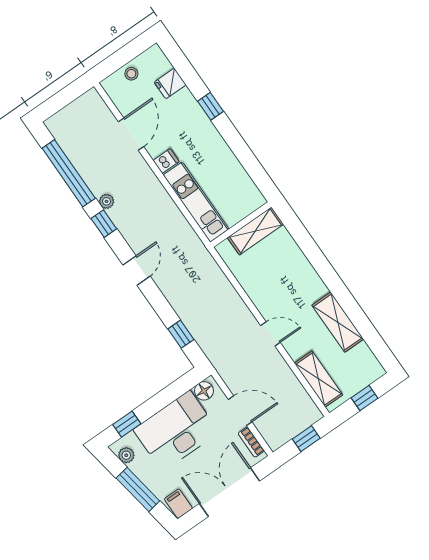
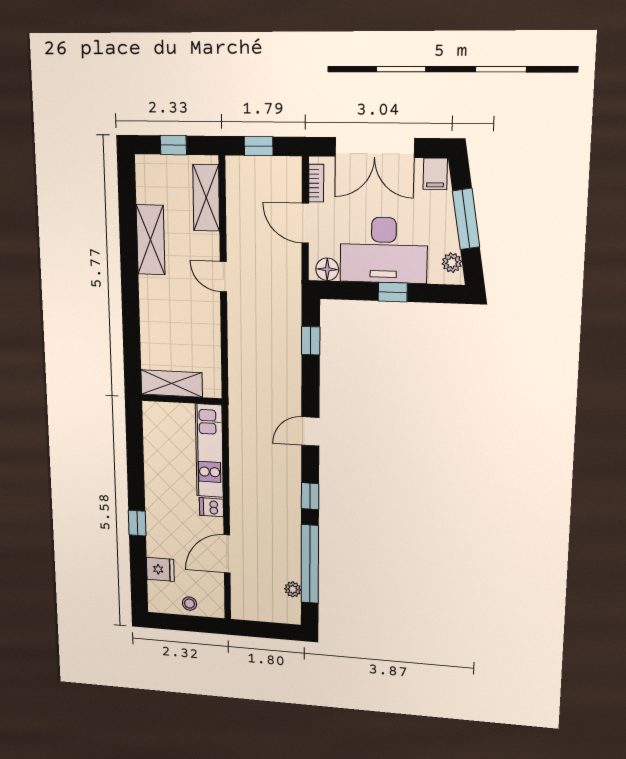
plant: (107, 201) -> (293, 589), moved
window: (127, 424) -> (393, 292), moved

